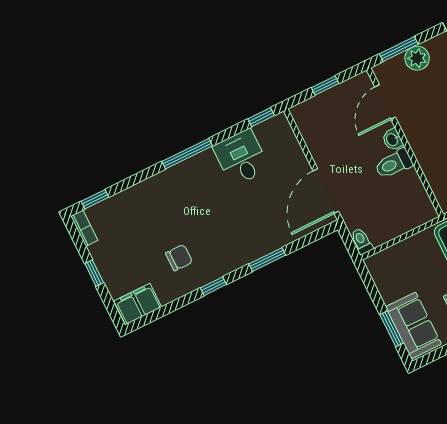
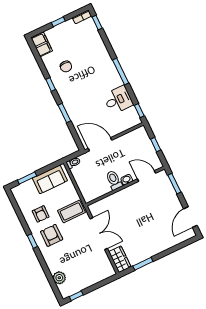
plant: (417, 58) -> (169, 193), removed
sofa: (413, 325) -> (50, 179), moved

